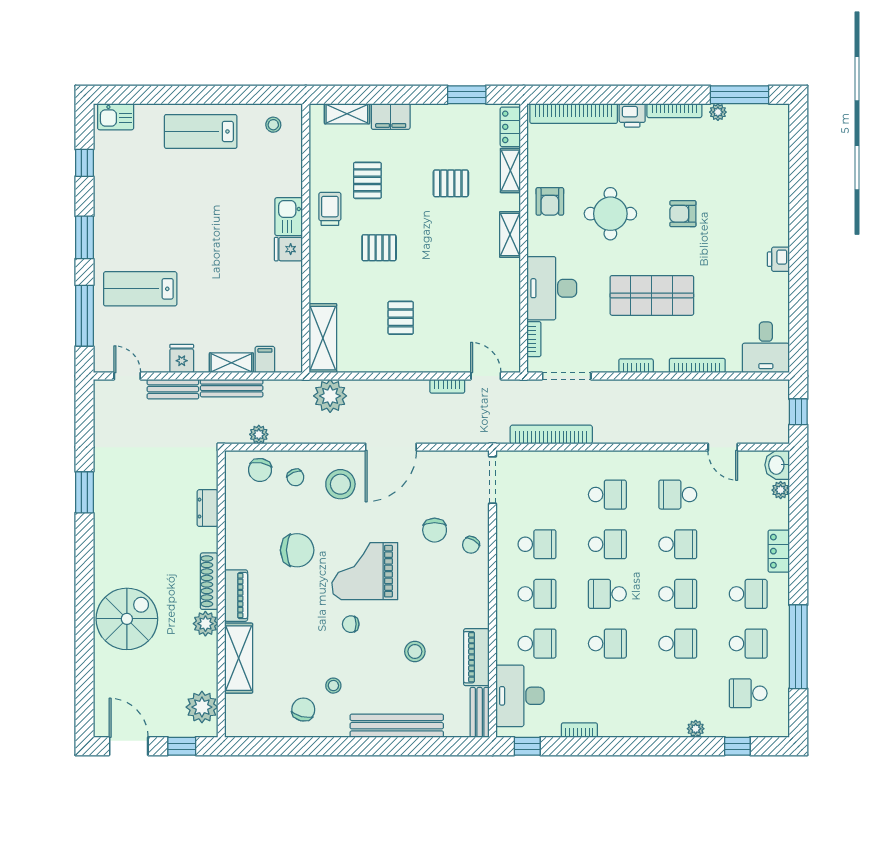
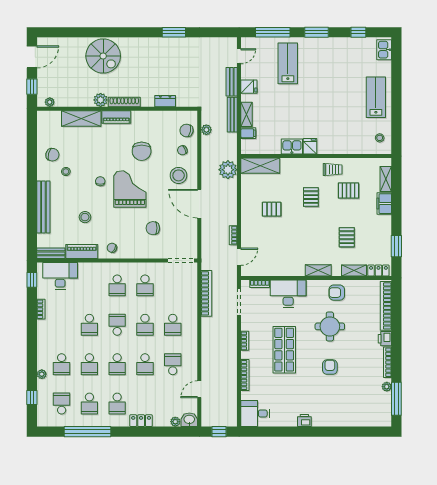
kitchen sink: (289, 217) -> (292, 146), moved
chair: (471, 545) -> (112, 248), moved
school desk: (537, 644) -> (62, 364), moved
plant: (202, 707) -> (50, 102), width x0.53, depth x0.53

